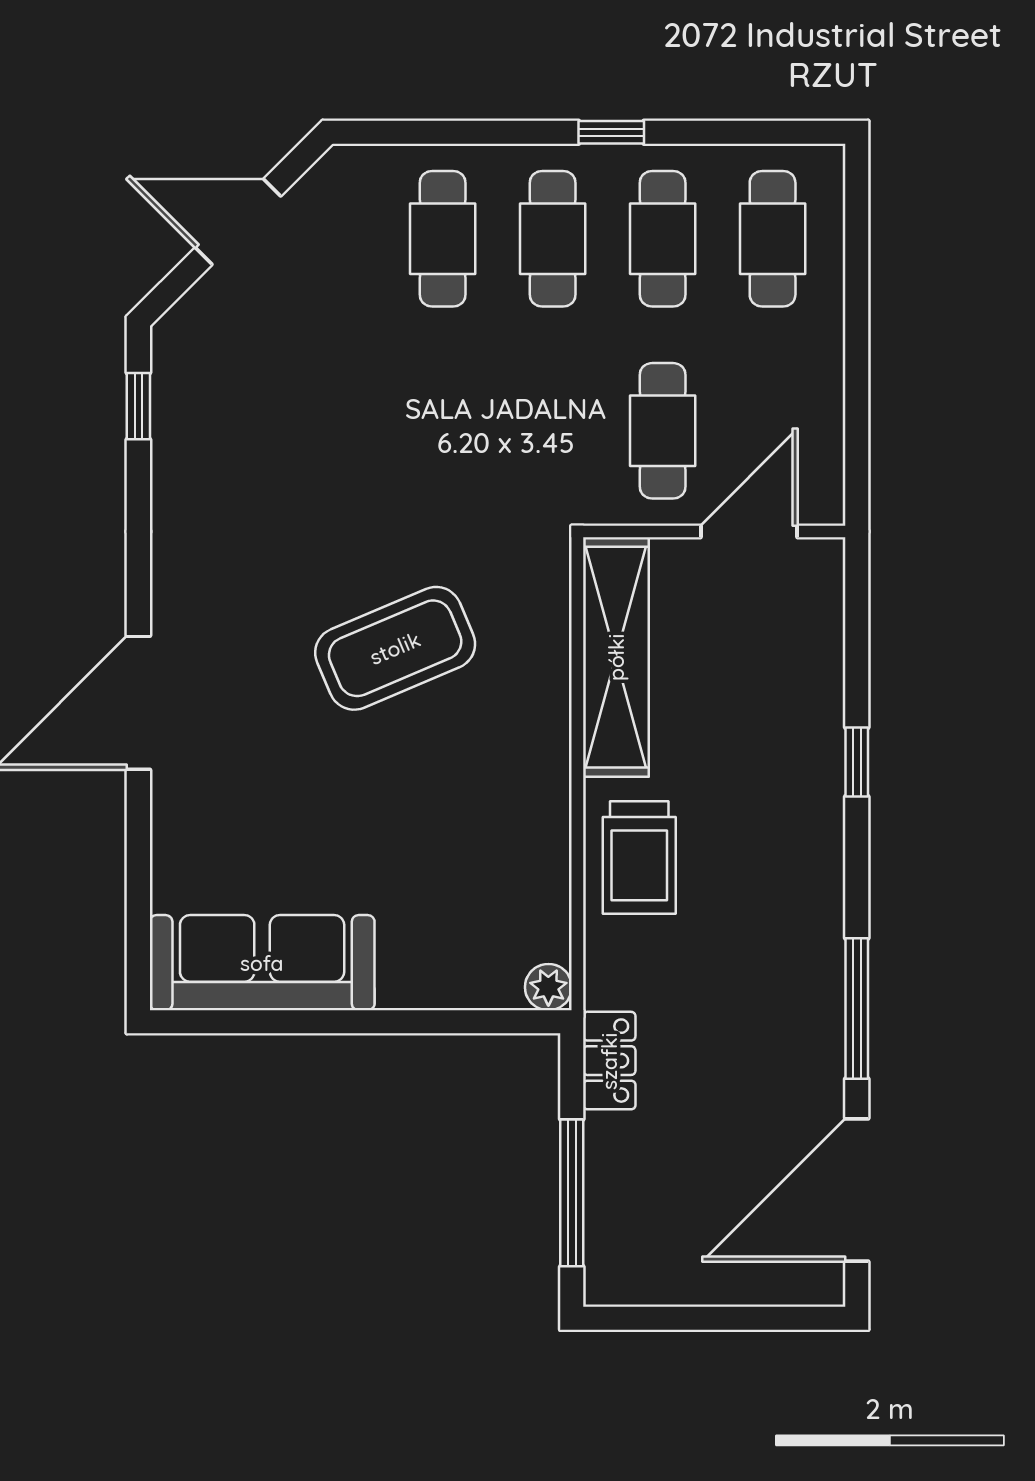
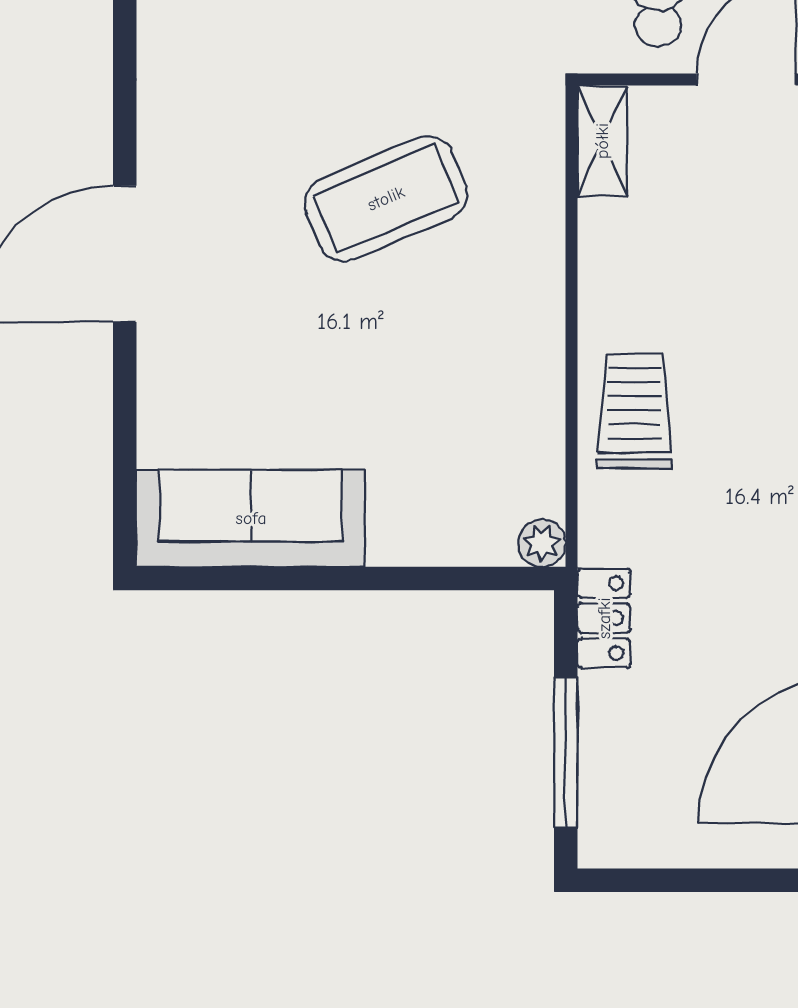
shelving: (616, 657) -> (602, 141), width x0.45, depth x0.75
trolley: (639, 857) -> (634, 411), turned 180

